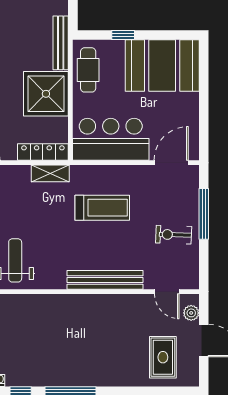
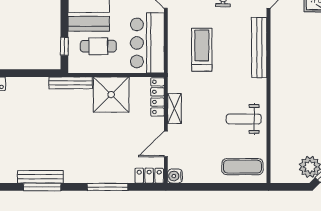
window: (123, 35) -> (64, 46), moved
cafe table: (88, 70) -> (98, 46), moved
shelving: (50, 173) -> (174, 108), moved

